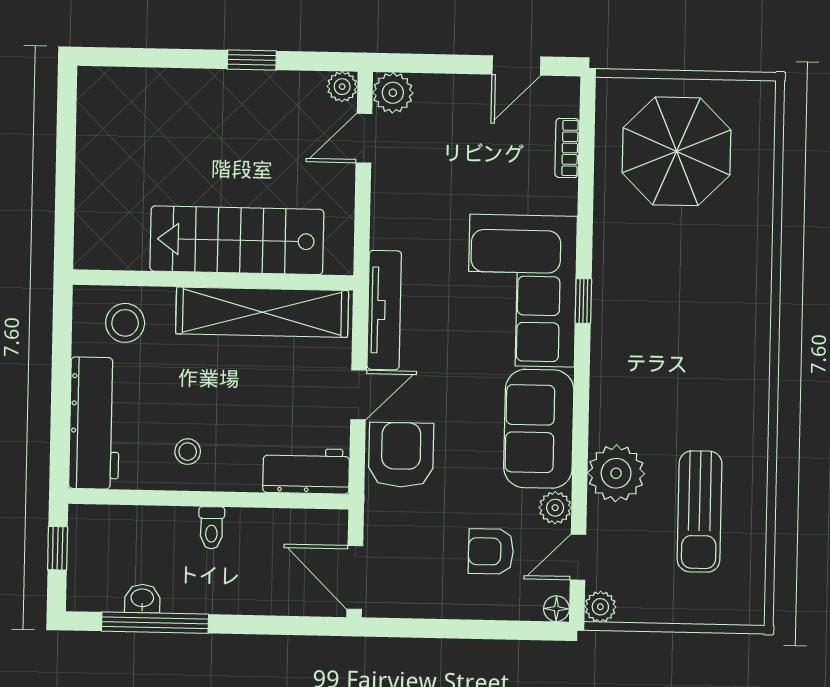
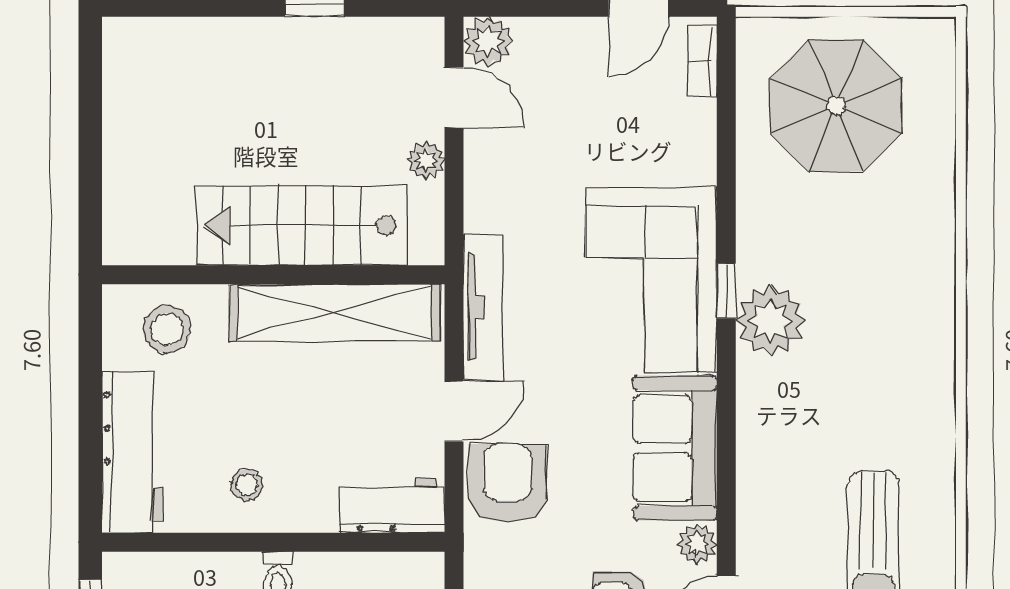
plant: (342, 87) -> (426, 160), moved
door: (364, 138) -> (454, 97), swing flipped
bookcase: (567, 148) -> (702, 61), moved
plant: (616, 473) -> (771, 321), moved

